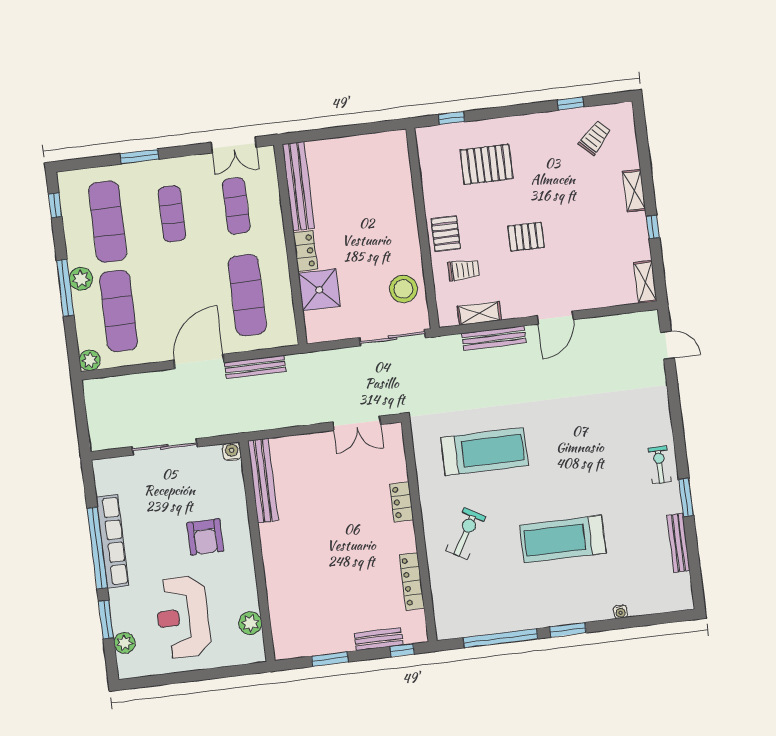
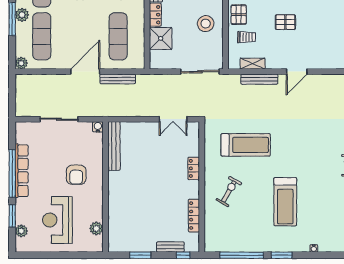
stool: (403, 289) -> (206, 24), moved
treadmill: (563, 539) -> (285, 202), turned -90

